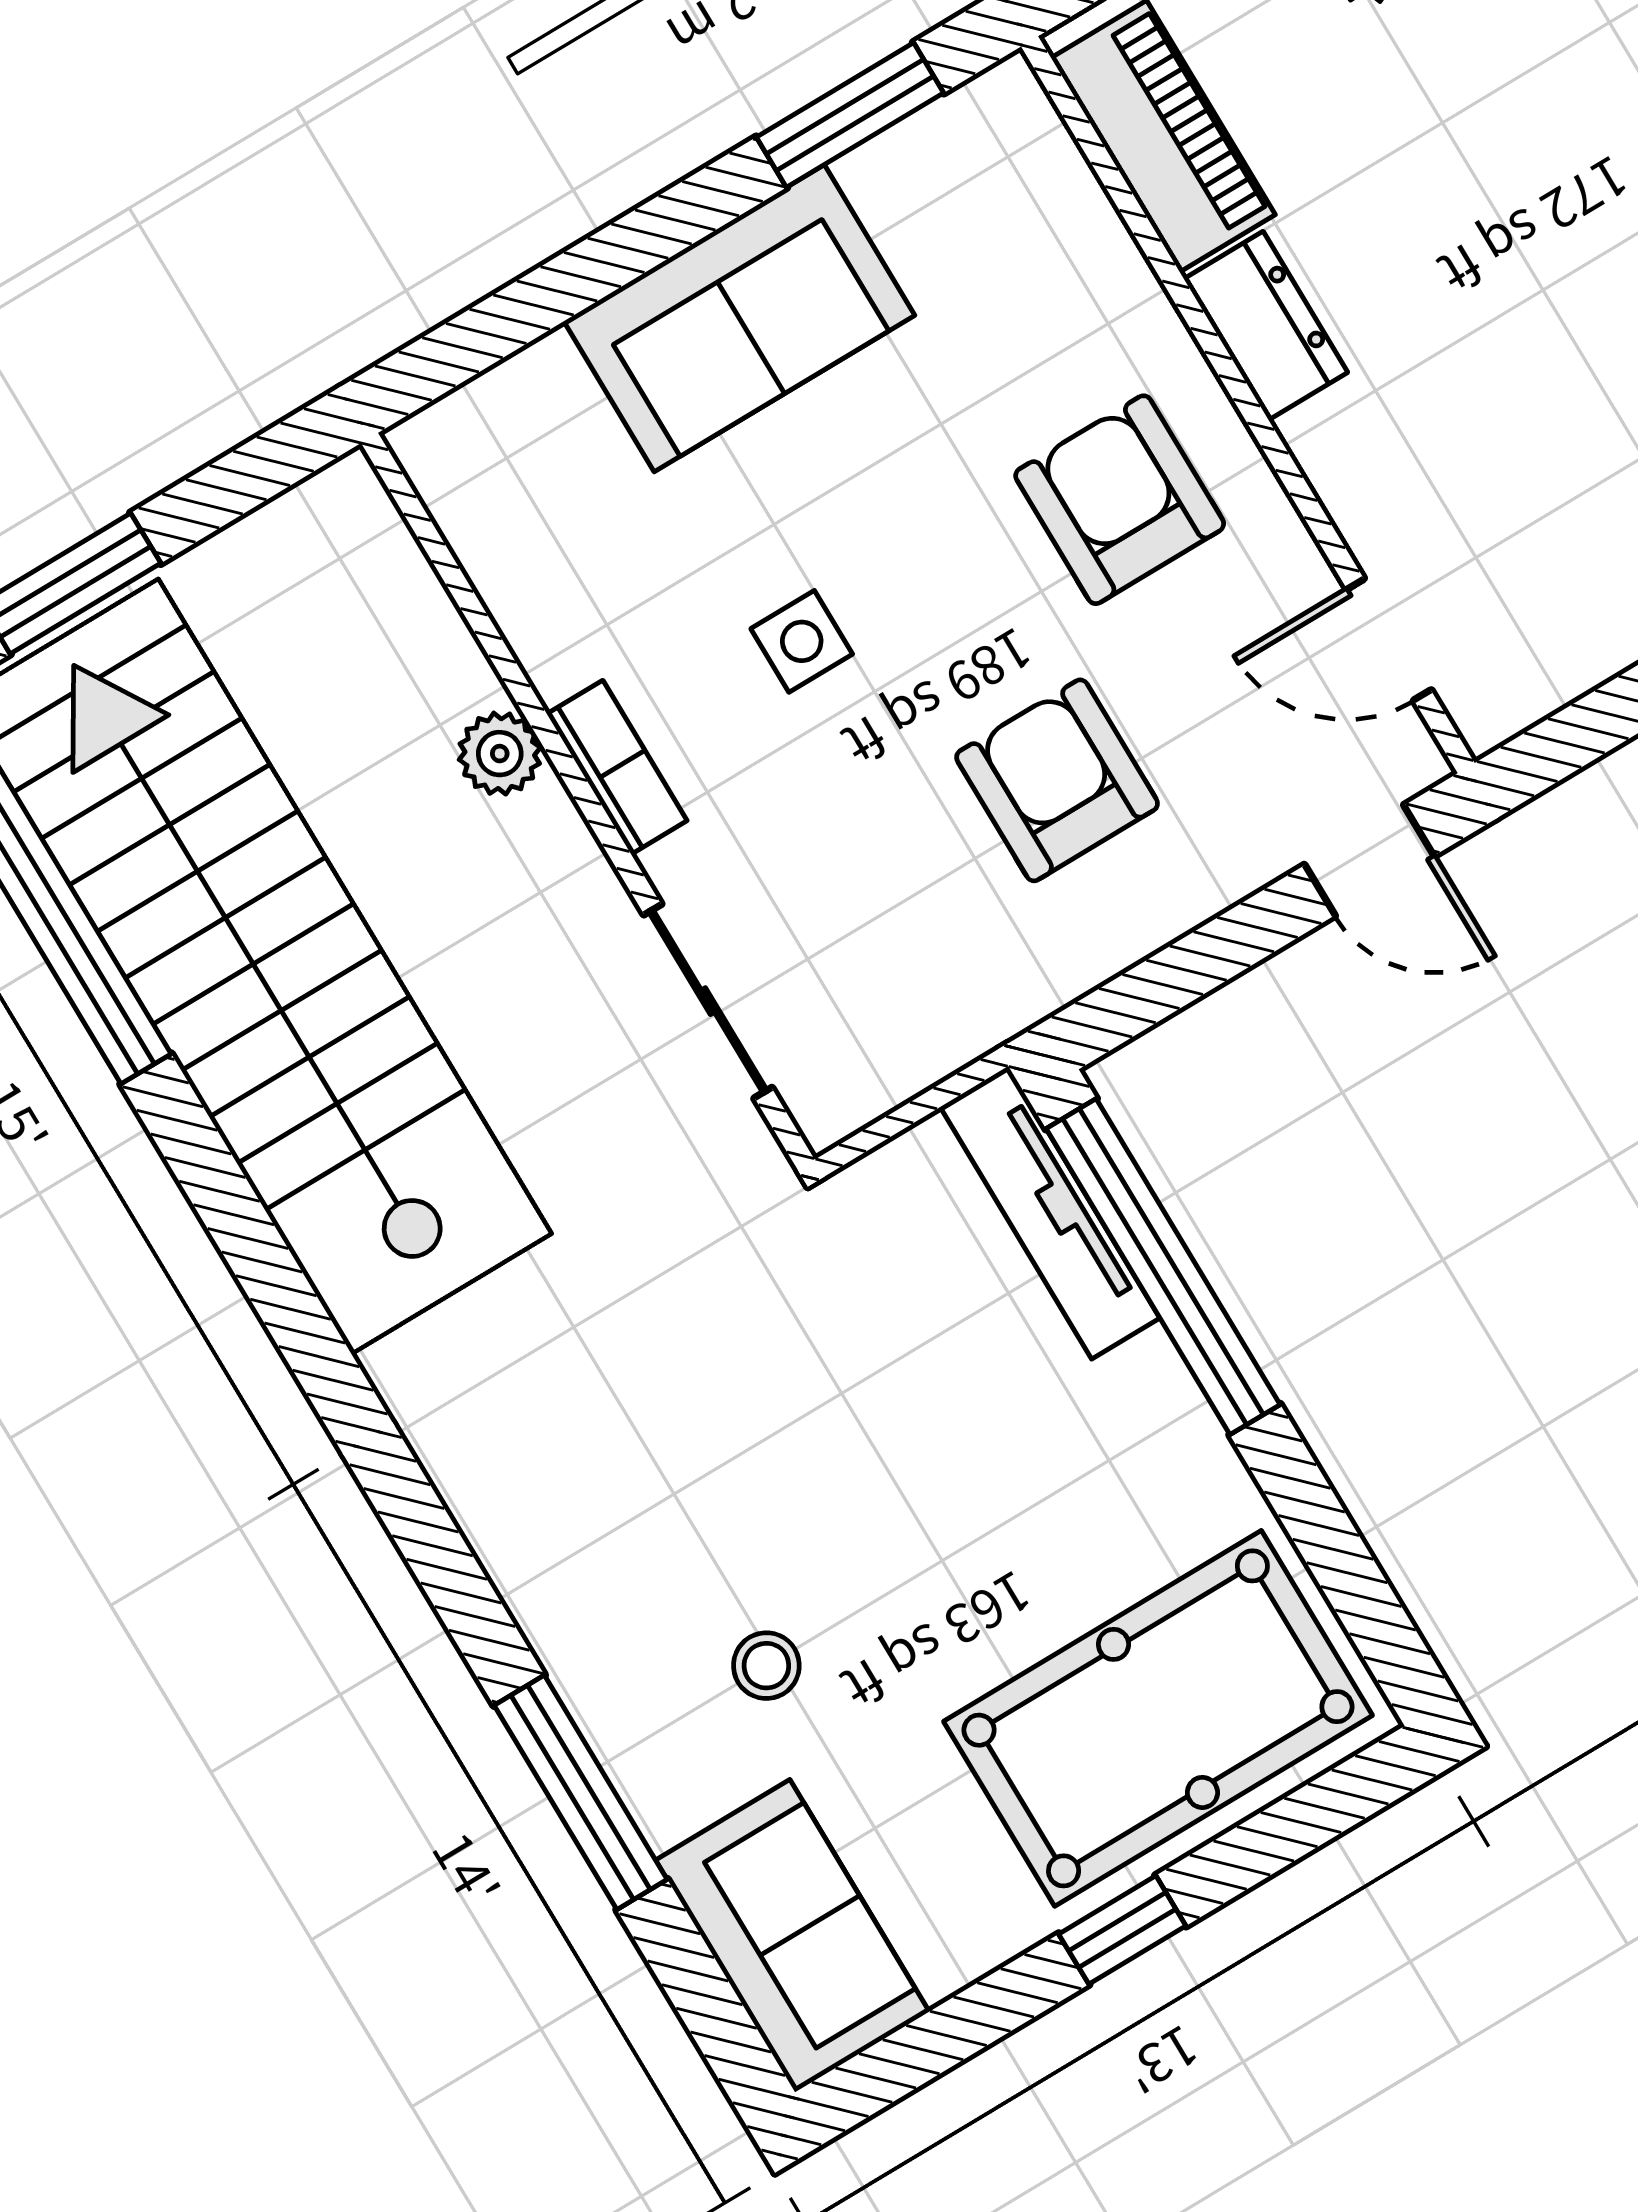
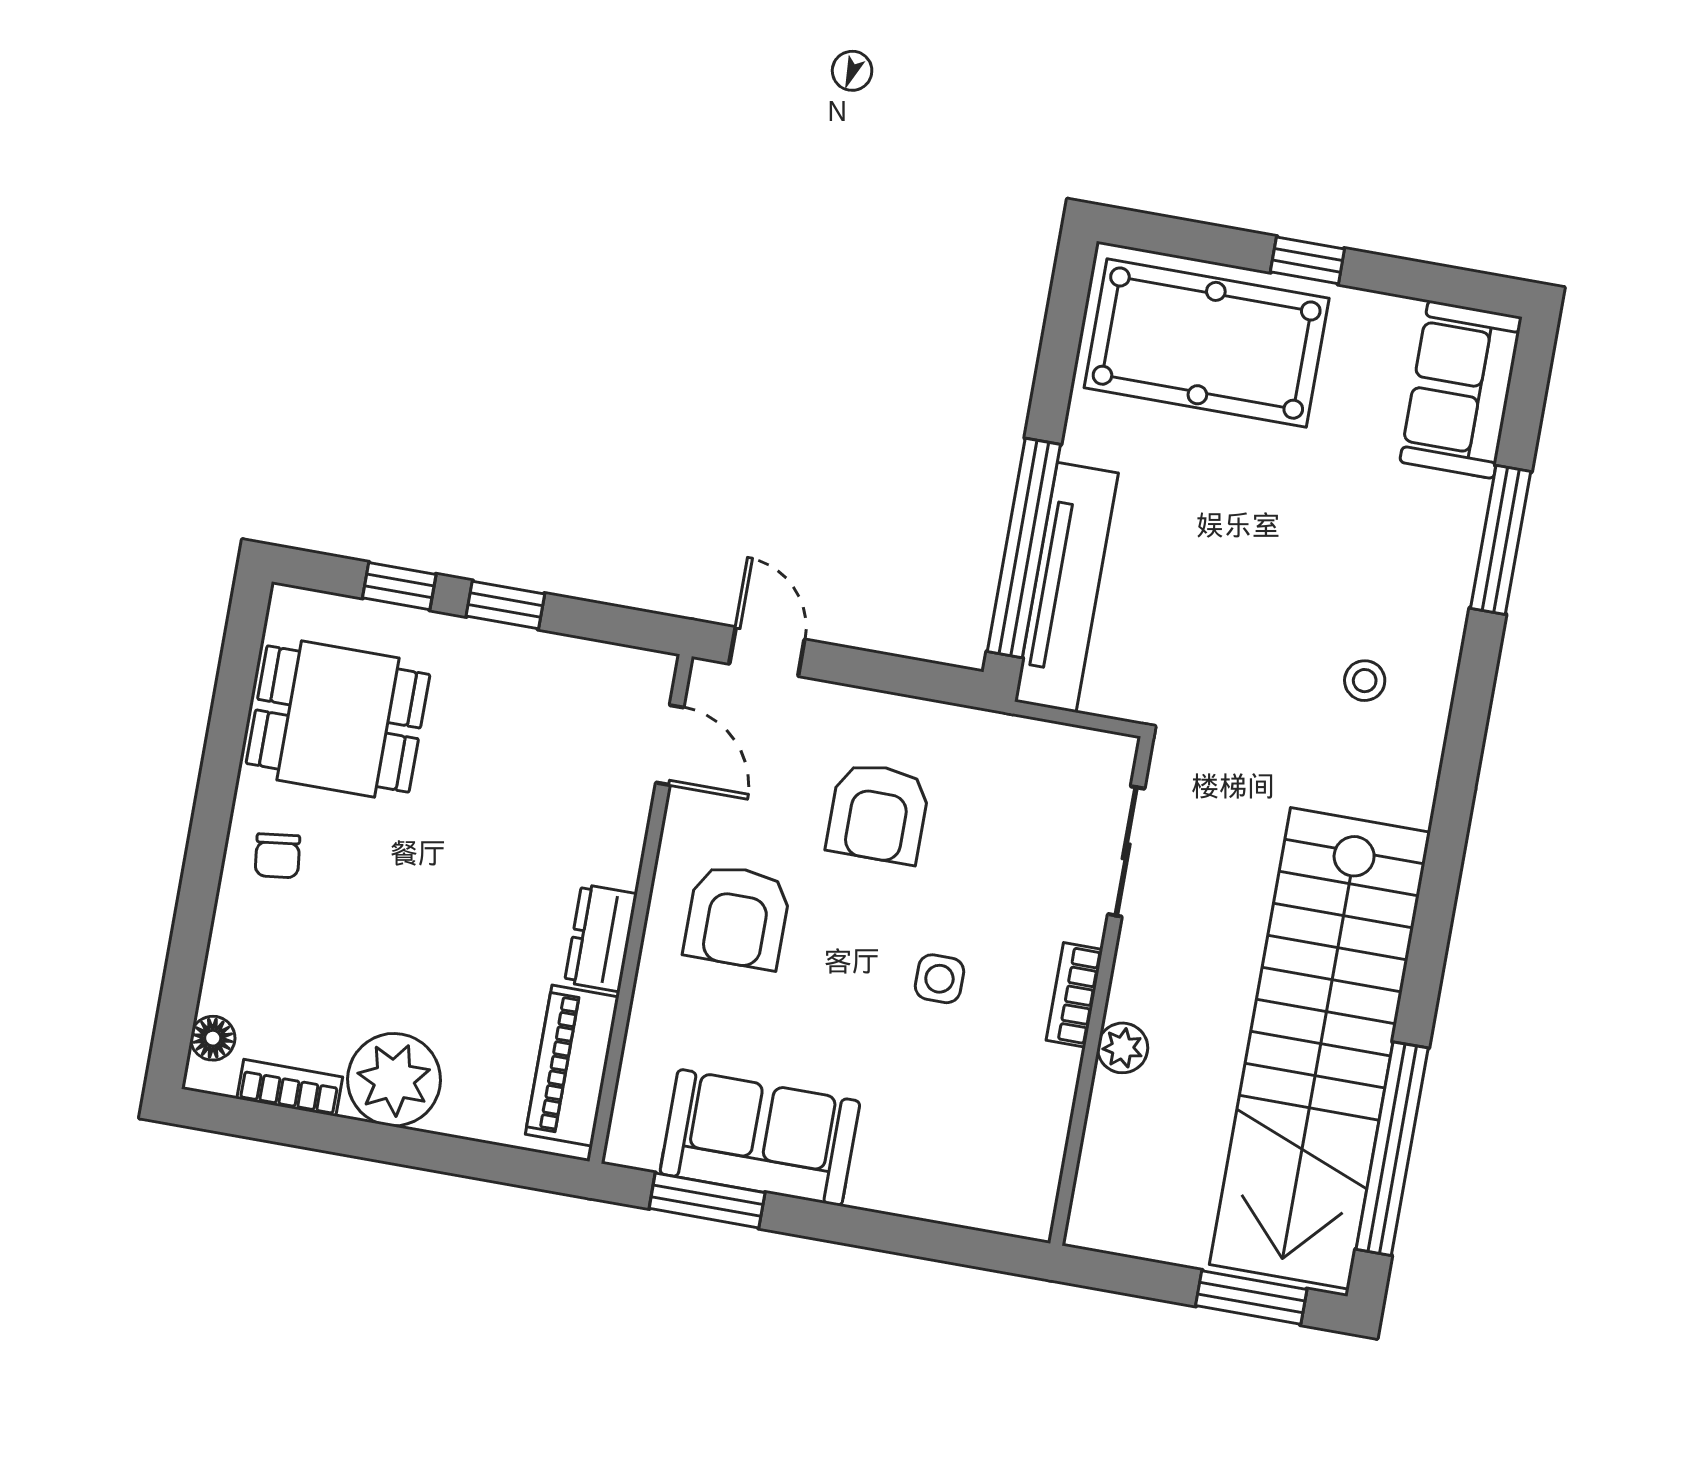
sofa: (739, 318) -> (760, 1138), moved
tv unit: (1050, 1213) -> (1066, 587), width x1.36, depth x1.29
stool: (766, 1666) -> (1365, 681), moved

